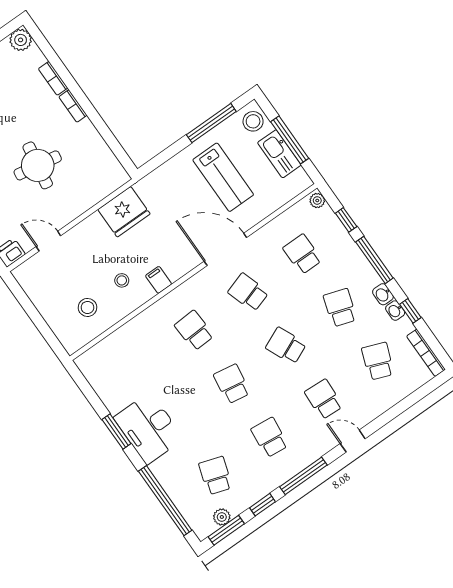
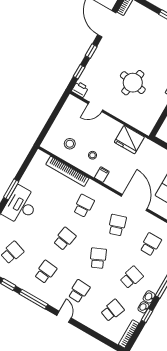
door: (48, 241) -> (95, 107), swing flipped
bookcase: (129, 331) -> (67, 171), added

